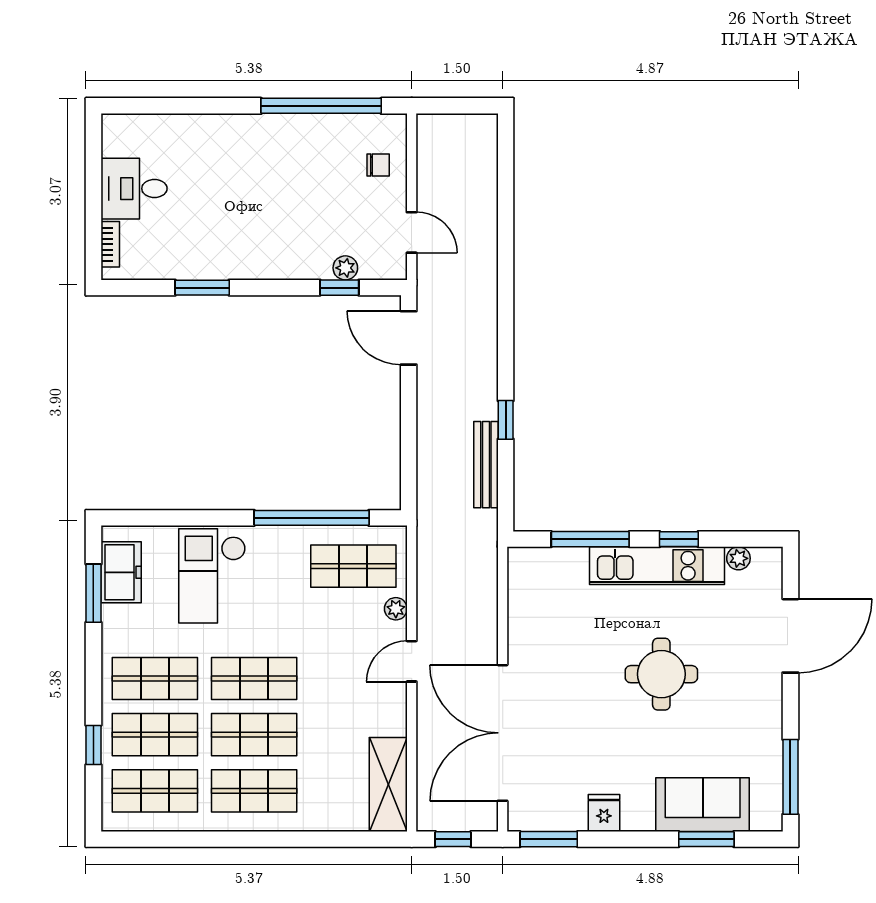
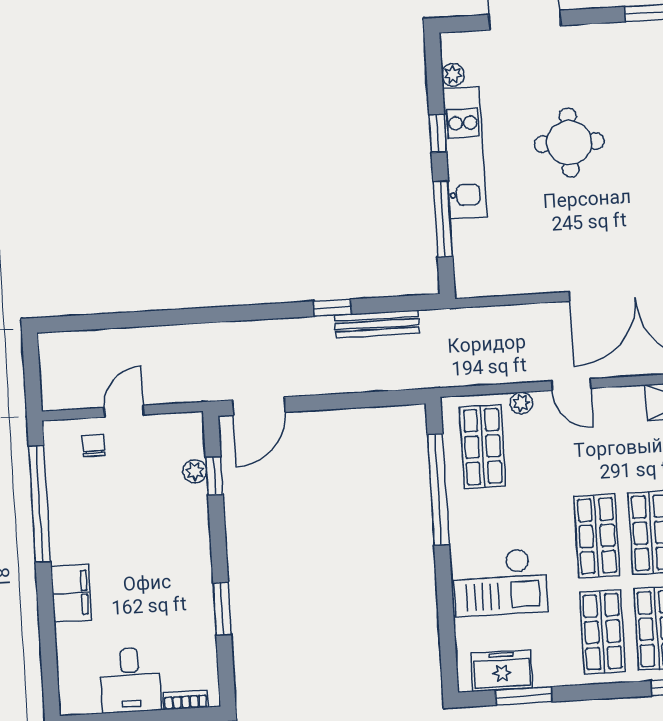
filing cabinet: (227, 133) -> (71, 593), added
door: (412, 232) -> (124, 411), moved

